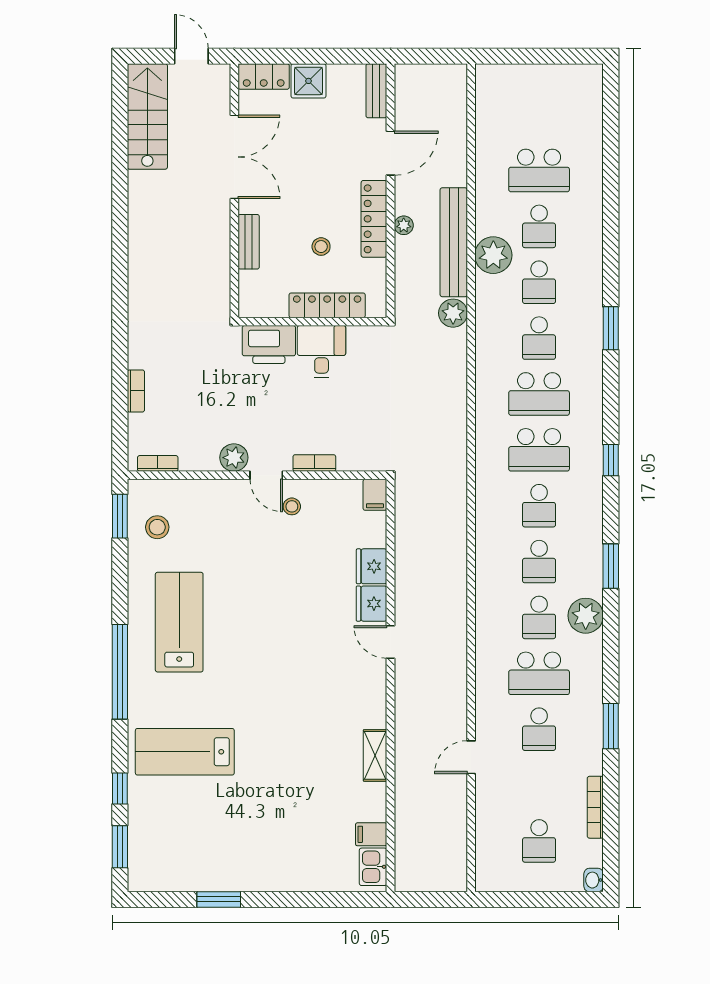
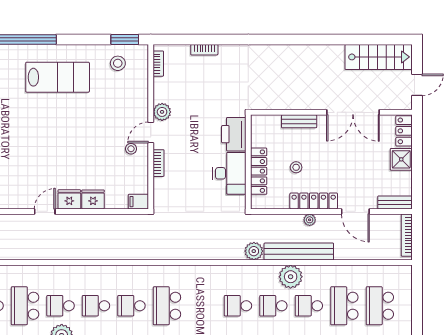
bookcase: (428, 72) -> (407, 235), added
desk: (322, 351) -> (229, 173), width x1.37
school desk: (539, 394) -> (380, 306), moved

